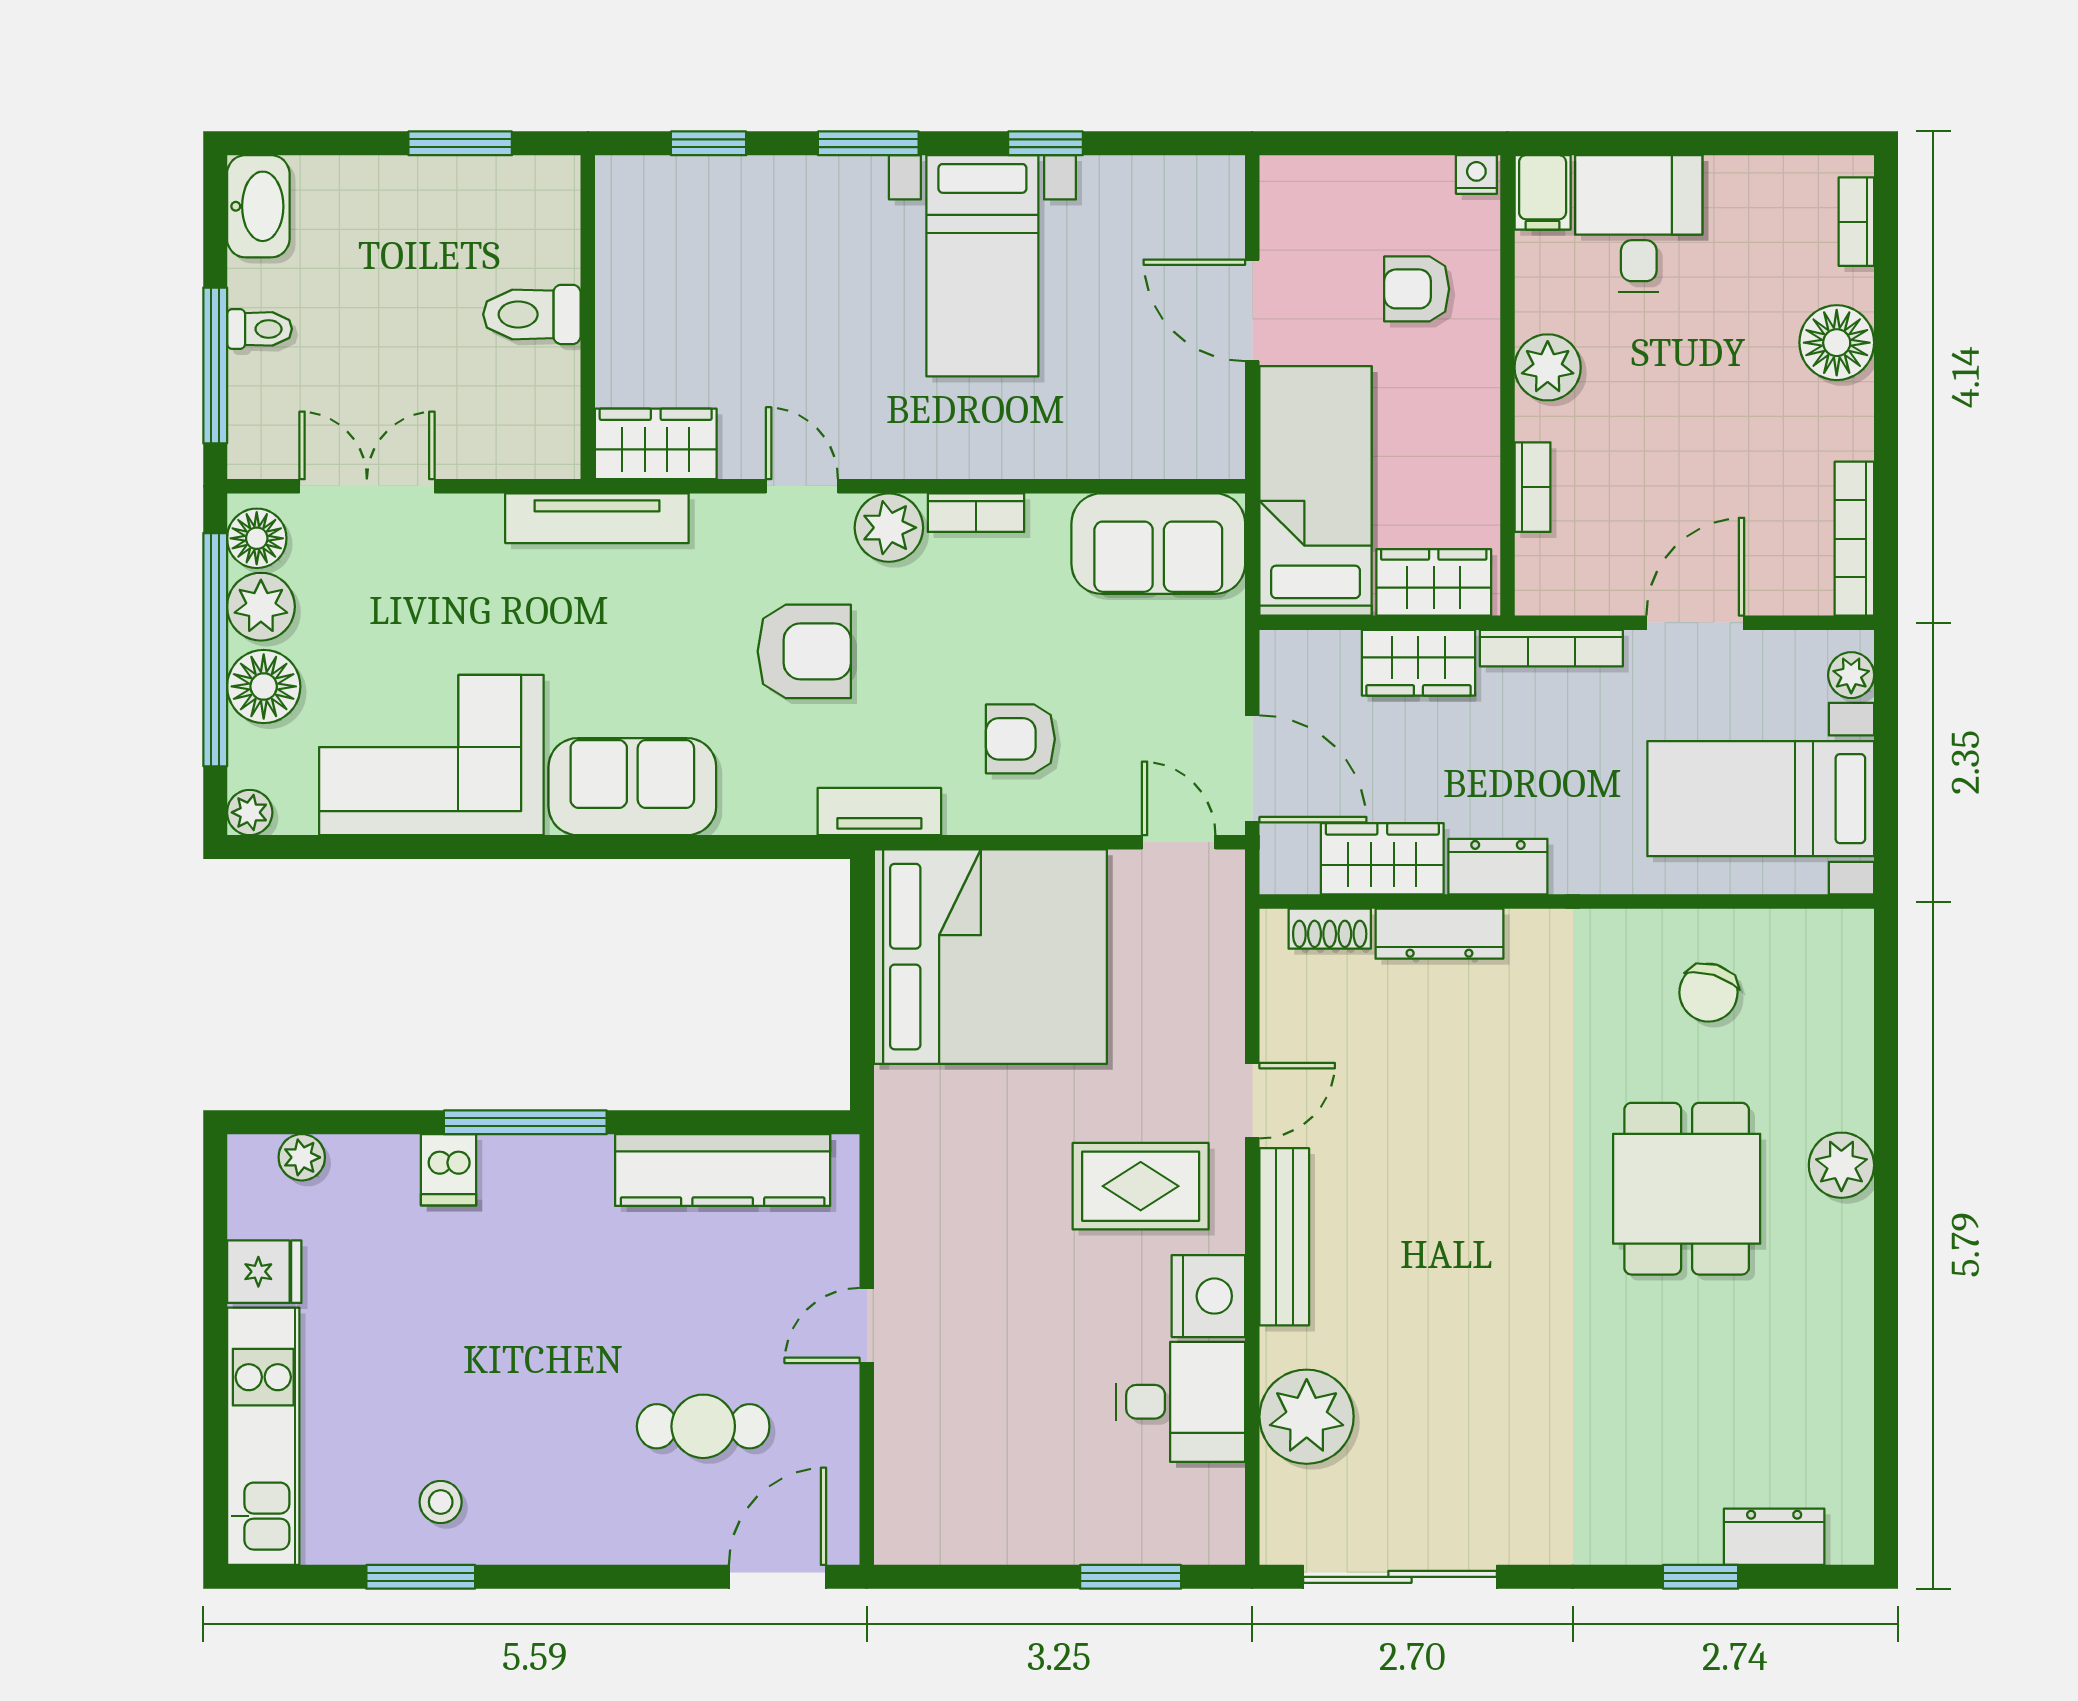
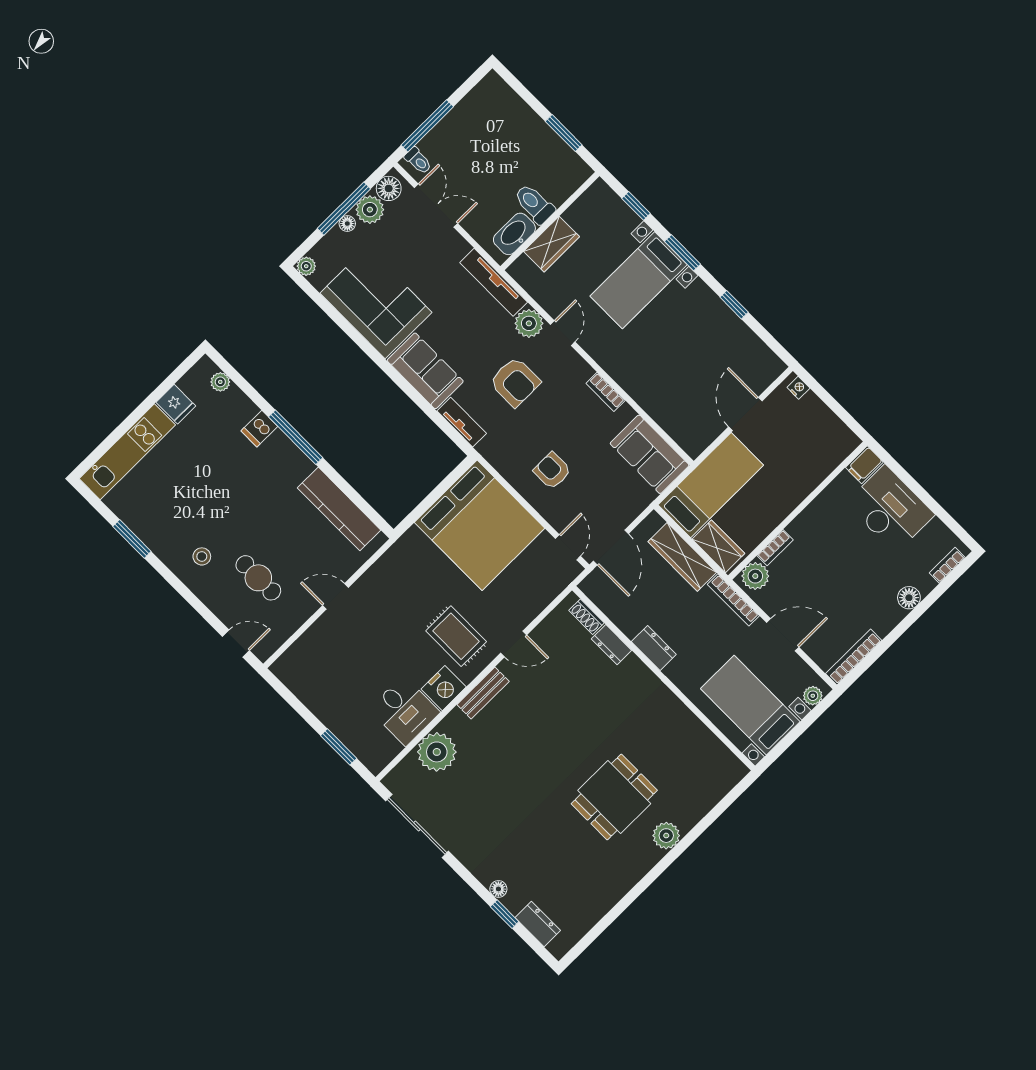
nightstand: (1476, 175) -> (798, 388), moved
washbasin: (258, 206) -> (514, 234), moved, turned 180
desk: (1639, 224) -> (890, 509), width x1.37
bed with nightstands: (982, 266) -> (639, 280), moved
armchair: (1417, 289) -> (799, 456), removed
toilet: (259, 329) -> (418, 161), moved
floor lamp: (1837, 343) -> (909, 598), width x0.73, depth x0.73
plant: (1548, 367) -> (755, 576), moved
wardrobe: (656, 444) -> (552, 244), moved, turned 90
plant: (889, 528) -> (529, 323), moved
window: (215, 650) -> (344, 209), width x0.68
wardrobe: (1418, 663) -> (682, 557), width x1.50
floor lamp: (264, 686) -> (347, 224), width x0.53, depth x0.53
tv unit: (879, 812) -> (462, 422), moved
wardrobe: (1382, 859) -> (622, 612), removed
dresser: (1439, 934) -> (611, 645), width x0.70
chair: (1708, 993) -> (678, 746), removed
bench: (1284, 1237) -> (483, 693), width x0.73
stool: (441, 1502) -> (202, 556), moved
floor lamp: (1647, 1545) -> (498, 889), added
door: (778, 1577) -> (236, 643), width x0.73

